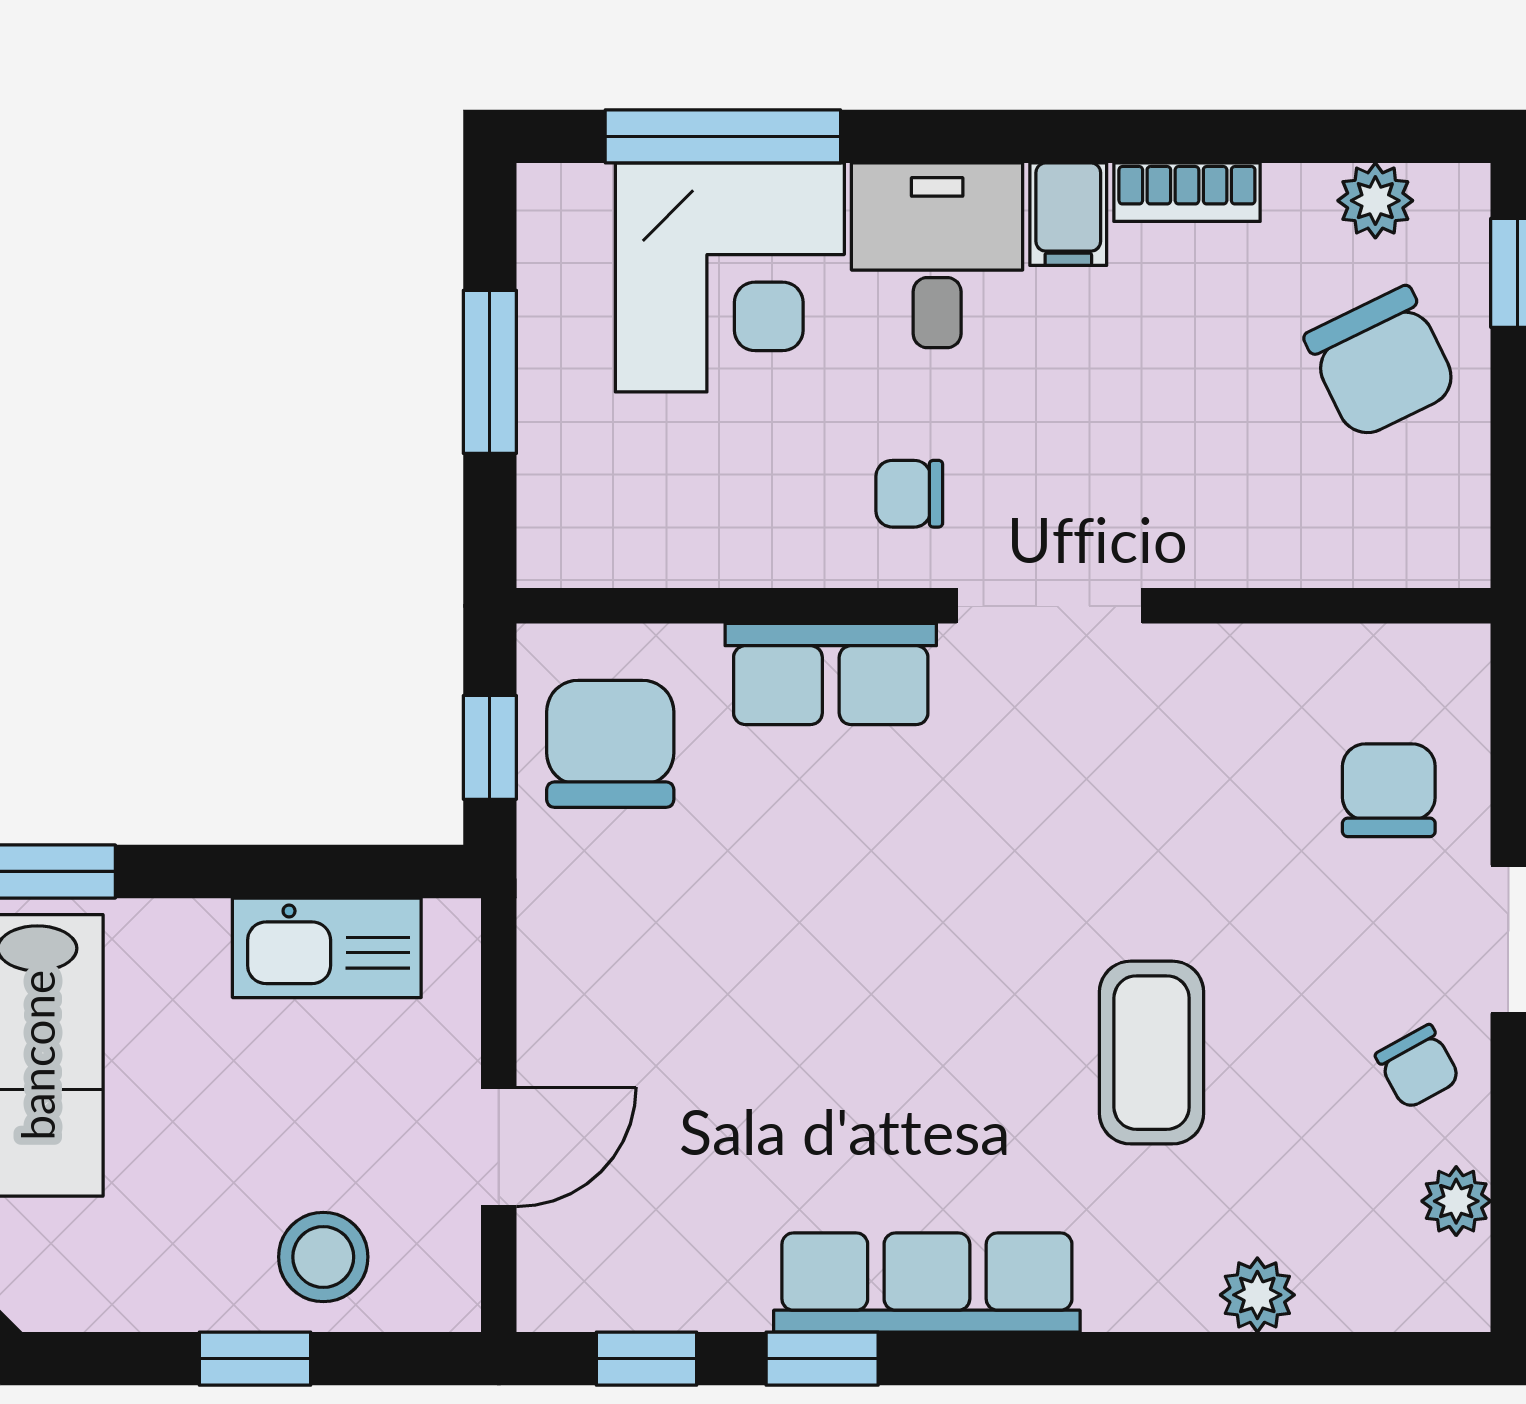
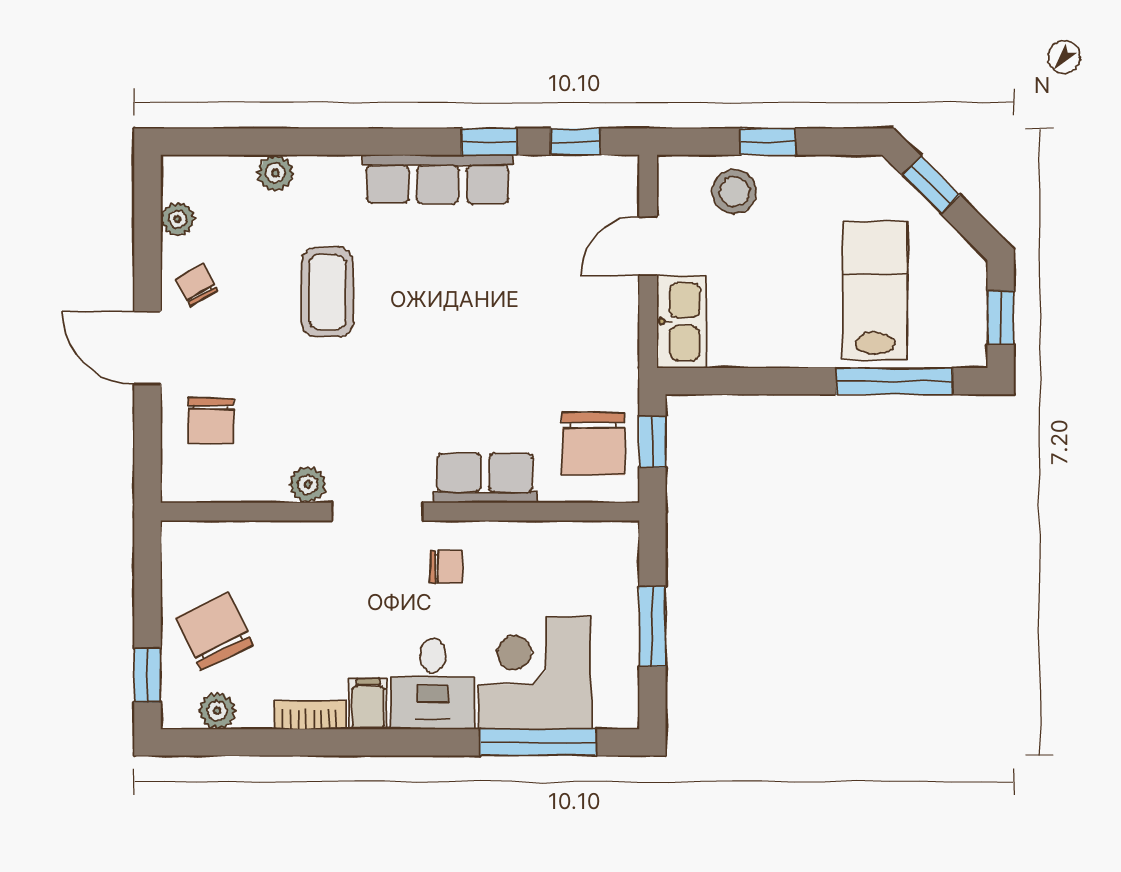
plant: (1192, 661) -> (308, 485), added
kitchen sink: (327, 948) -> (681, 322), moved, turned 90

